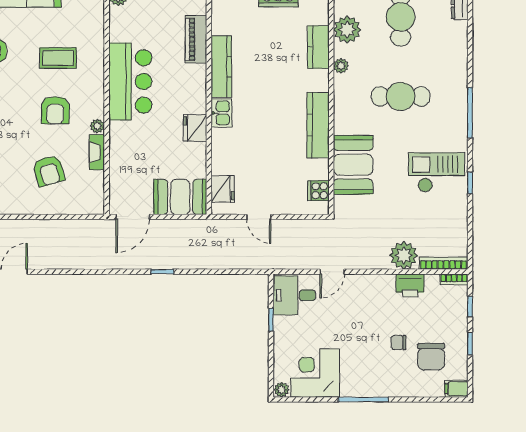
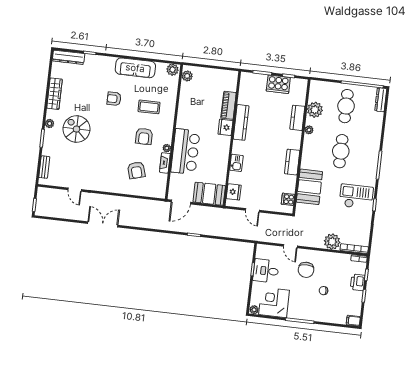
bar counter: (130, 81) -> (185, 152), moved
cafe table: (401, 96) -> (341, 151), turned 90
kitchen sink: (221, 113) -> (236, 163), moved
kitchen counter: (318, 125) -> (292, 162), width x0.67
fridge: (195, 128) -> (225, 127), moved
door: (332, 272) -> (290, 246), hinge flipped
printer: (410, 285) -> (358, 282), moved, turned 90
desk: (294, 295) -> (266, 271), moved
chair: (431, 357) -> (306, 270), moved

